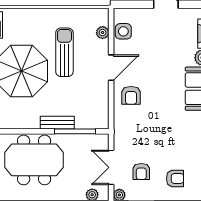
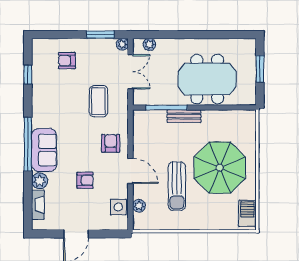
door: (111, 68) -> (130, 171), swing flipped
coffee table: (143, 138) -> (98, 101), added
armchair: (141, 172) -> (85, 180), moved, turned 90

